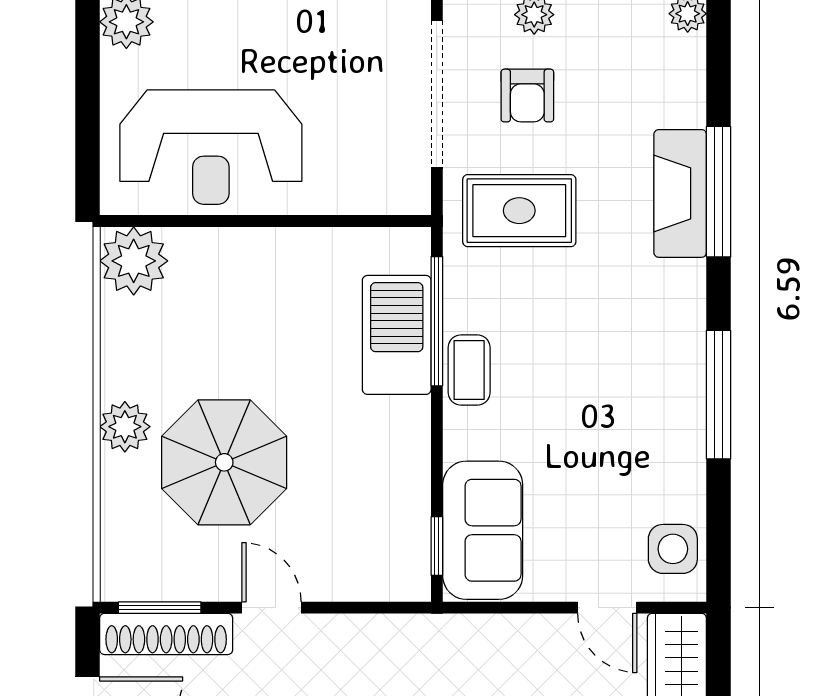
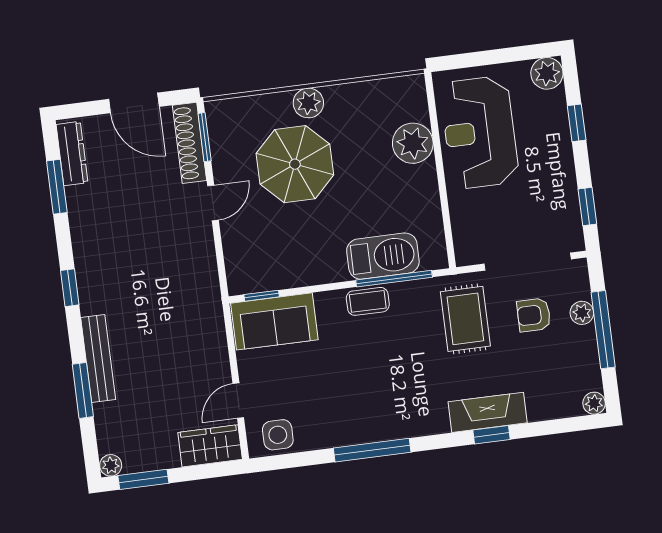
window: (719, 192) -> (492, 435), width x0.46
plant: (134, 261) -> (413, 143), moved

